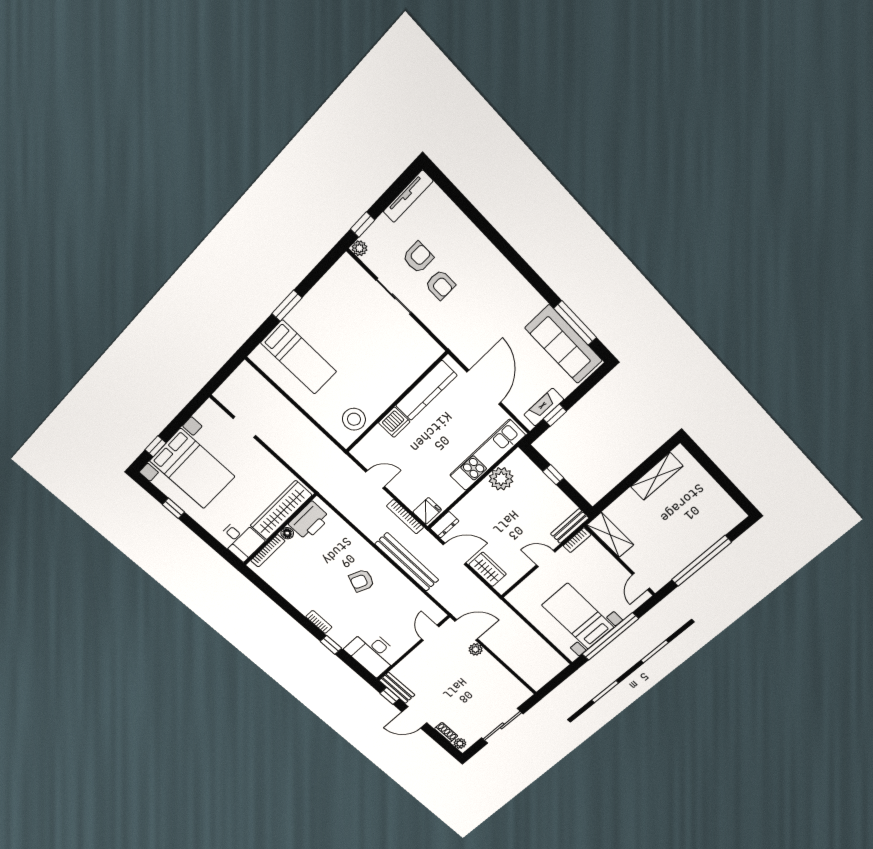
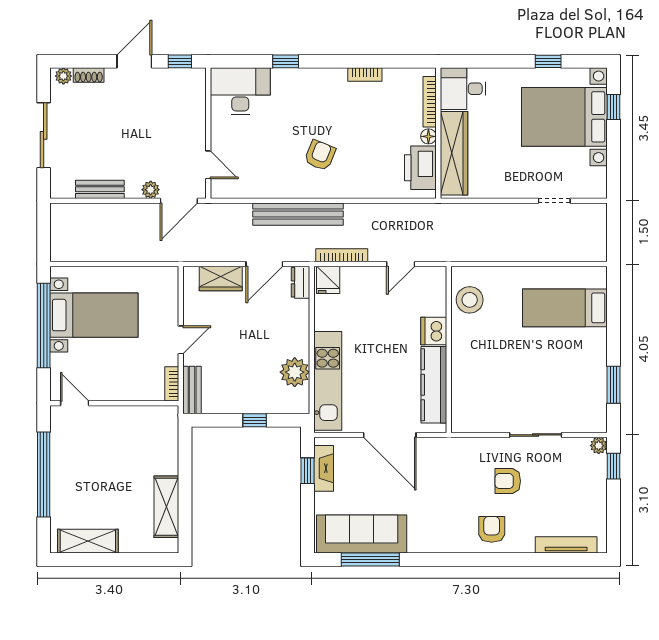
tv unit: (408, 196) -> (566, 545), moved, turned 90
armchair: (418, 257) -> (492, 529), moved, turned 180
window: (287, 306) -> (613, 385), moved
shelving: (610, 535) -> (88, 541), moved
bookcase: (319, 622) -> (365, 75), moved
bench: (397, 688) -> (100, 189), moved

